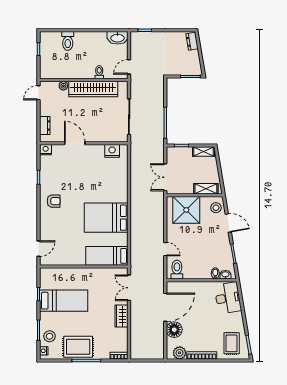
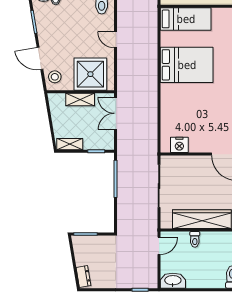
double door: (165, 177) -> (116, 113), swing flipped
shelving: (206, 189) -> (80, 99), moved
door: (165, 249) -> (116, 40), moved

